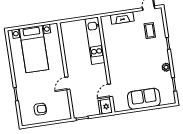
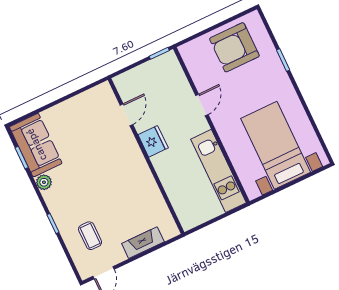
kitchen unit: (95, 41) -> (218, 171), moved, turned 180
sofa: (144, 99) -> (36, 145), moved, turned -90
fridge: (105, 107) -> (153, 141), moved
armchair: (40, 109) -> (234, 47), width x1.88, depth x1.88

